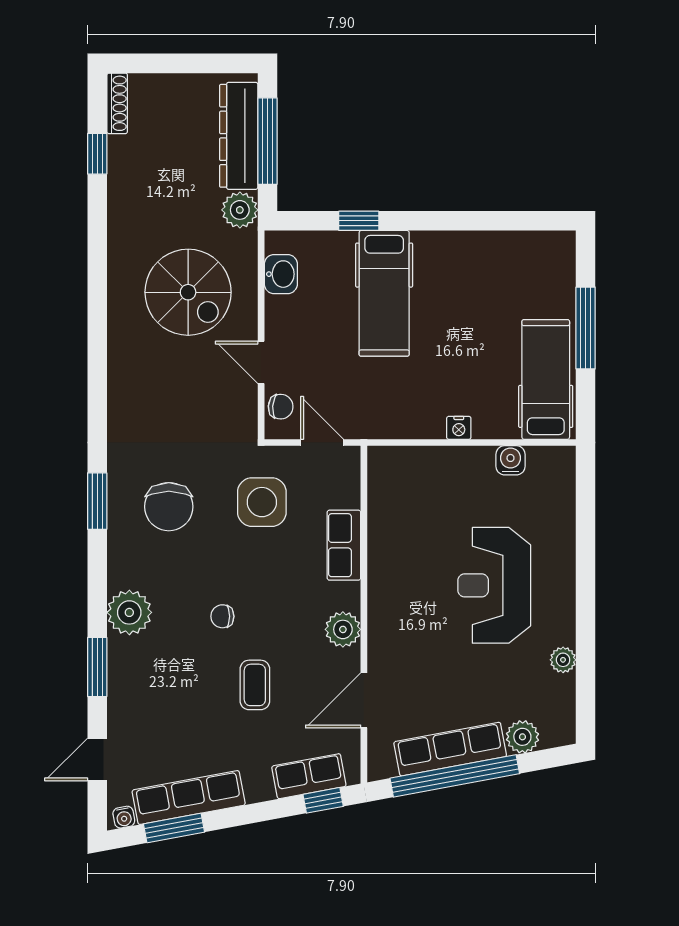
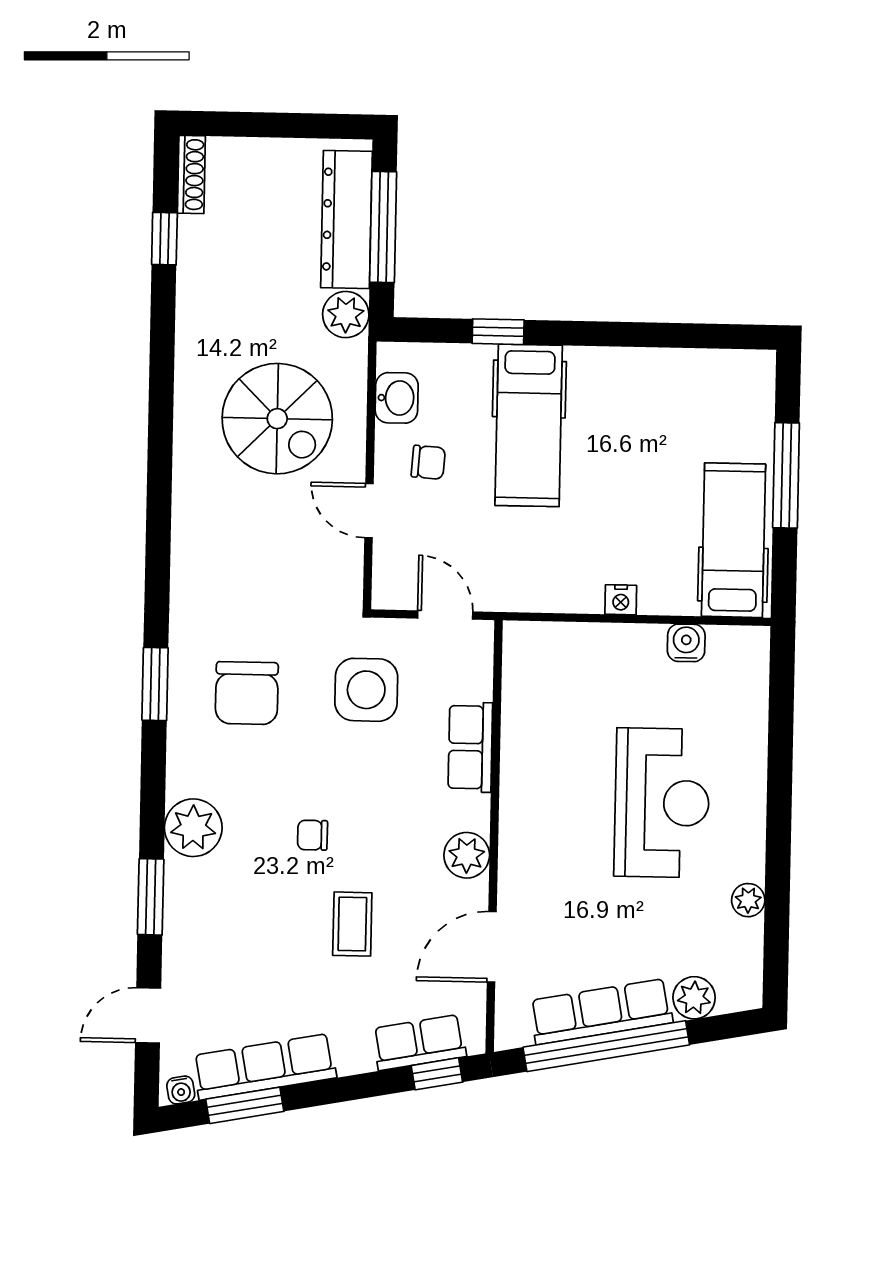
chair: (281, 407) -> (428, 462), moved
reception desk: (494, 585) -> (662, 803), turned 180

